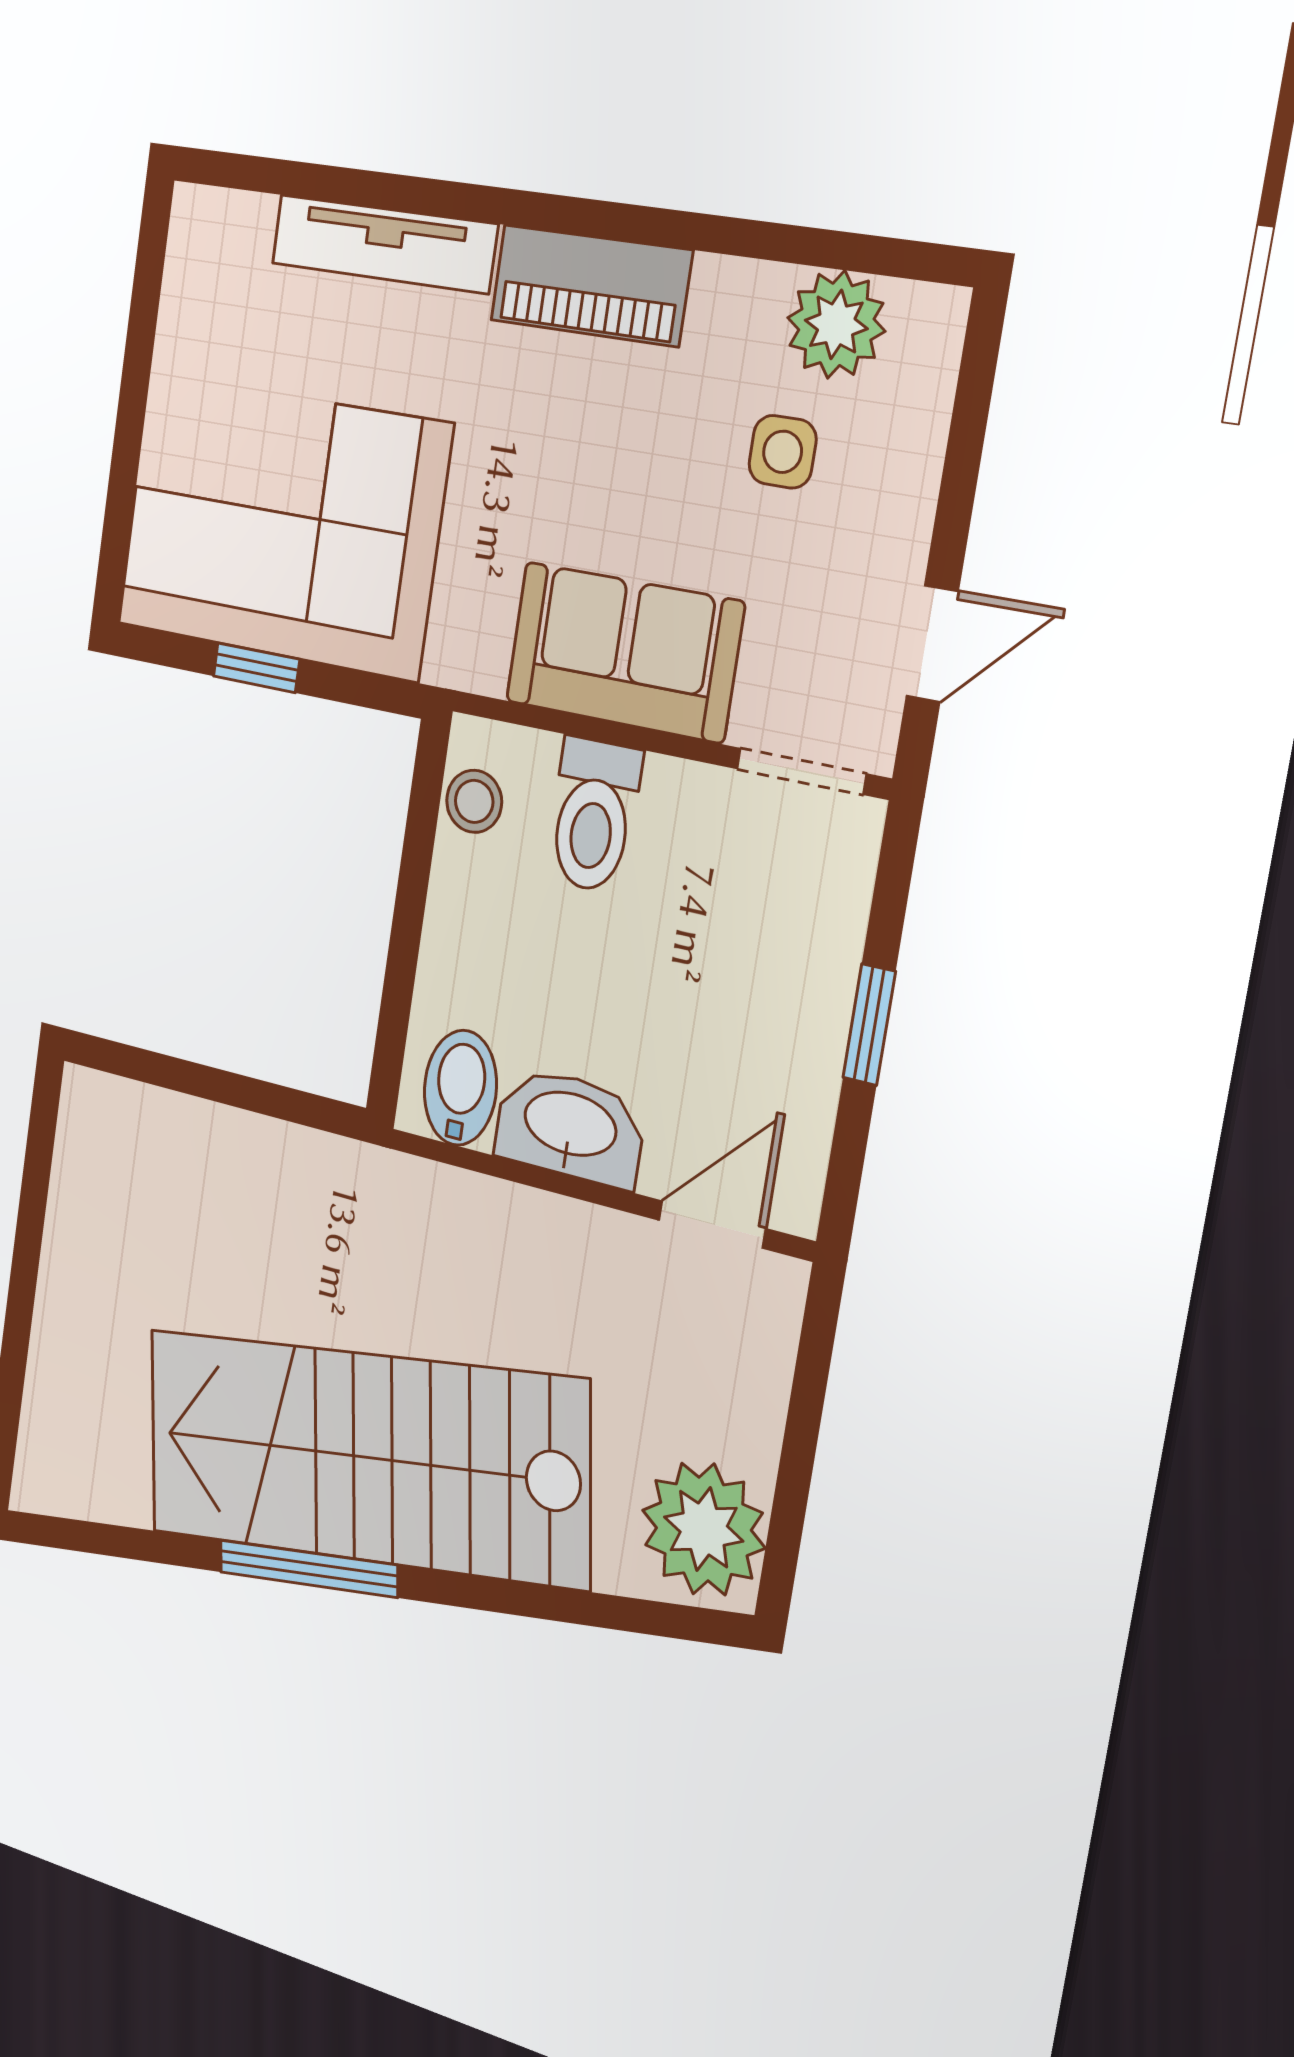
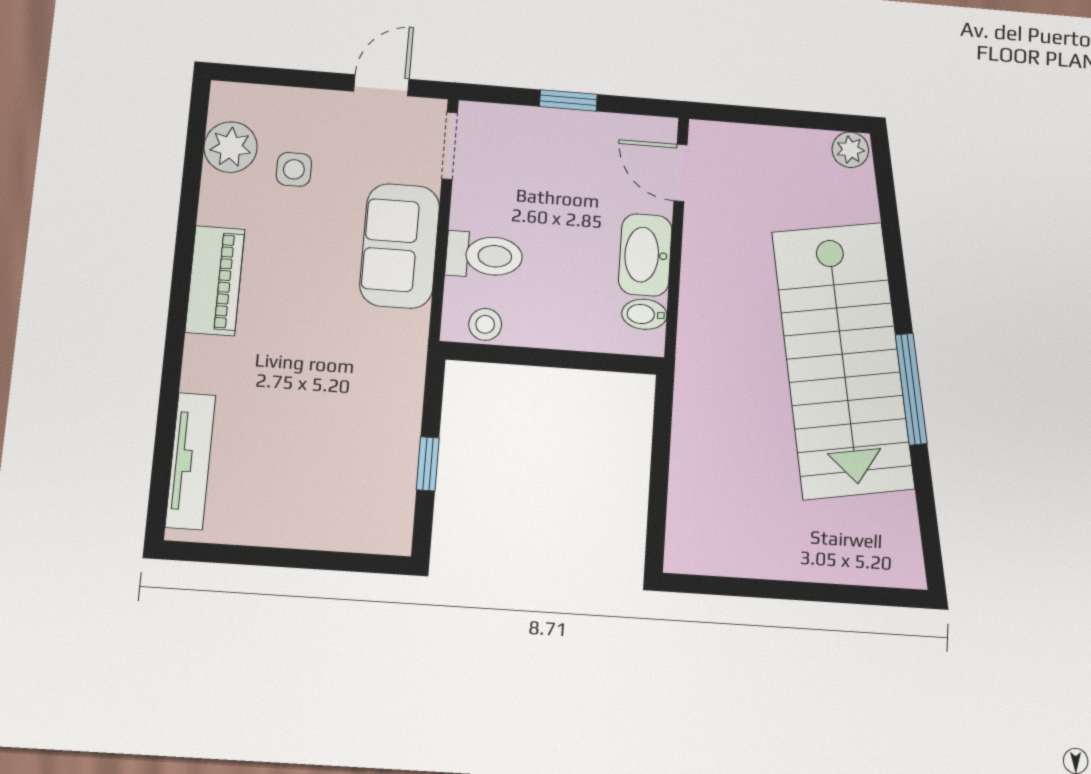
tv unit: (384, 244) -> (190, 461), moved
corner sofa: (282, 526) -> (350, 454), removed
door: (932, 644) -> (381, 85), hinge flipped
bidet: (460, 1088) -> (644, 314), width x0.72, depth x0.74
plant: (704, 1529) -> (850, 150), width x0.53, depth x0.53

